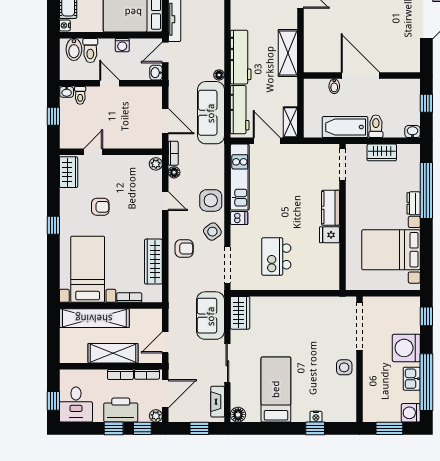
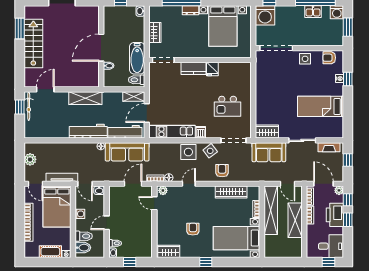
toilet: (376, 126) -> (137, 80), moved
door: (93, 152) -> (154, 203), moved
shelving: (94, 318) -> (271, 210), moved
washing machine: (406, 348) -> (265, 15), moved
armchair: (346, 402) -> (329, 58), added
floor lamp: (238, 415) -> (338, 133), removed

